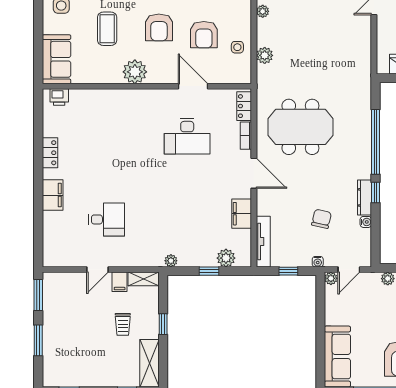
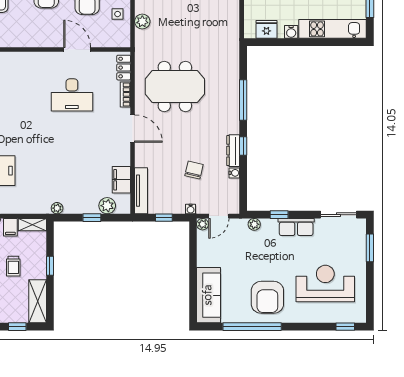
plant: (135, 72) -> (24, 36), removed
window: (376, 142) -> (243, 100), width x0.68
filing cabinet: (242, 214) -> (121, 180), moved

